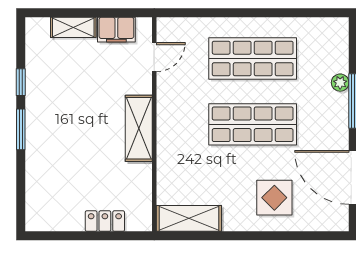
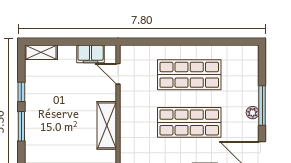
shelving: (73, 27) -> (41, 52), moved
door: (154, 57) -> (118, 74), swing flipped
plant: (340, 83) -> (253, 113), moved

